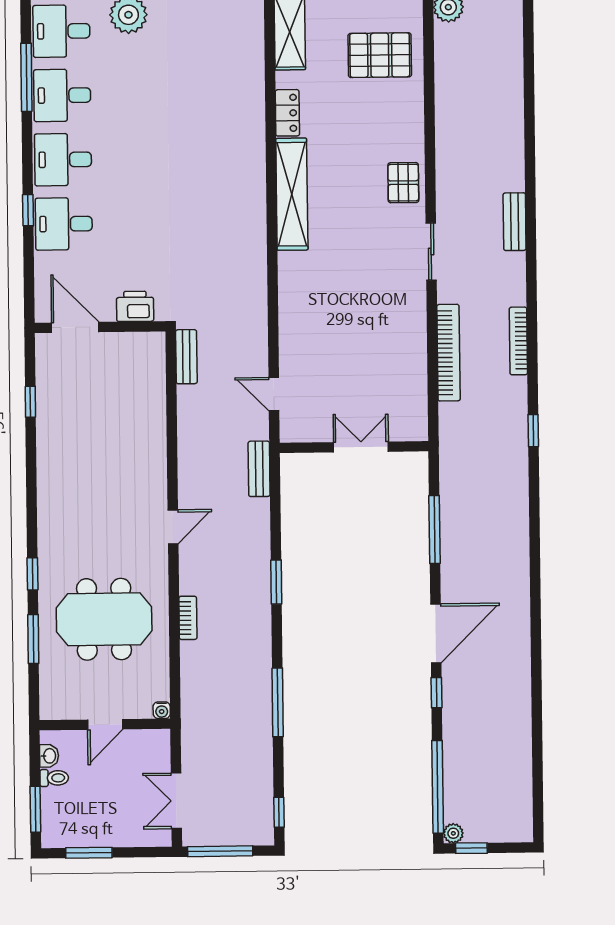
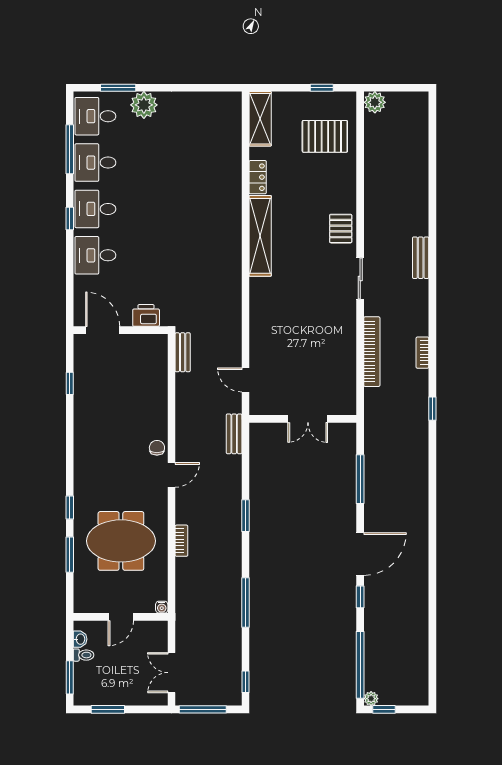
window: (28, 210) -> (70, 218), moved
bookcase: (518, 341) -> (422, 353), width x0.64
double door: (361, 447) -> (308, 419), swing flipped
chair: (152, 489) -> (157, 448), added

